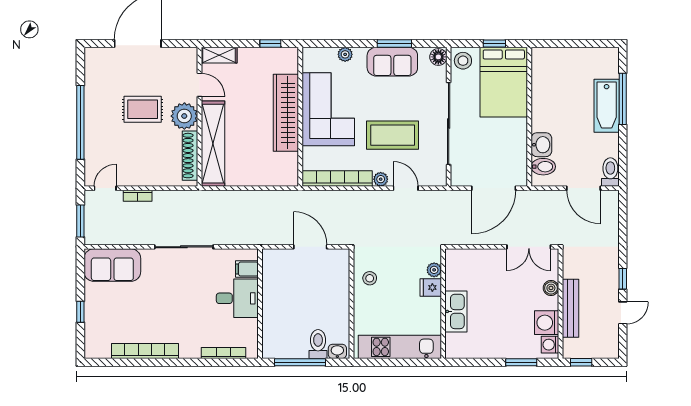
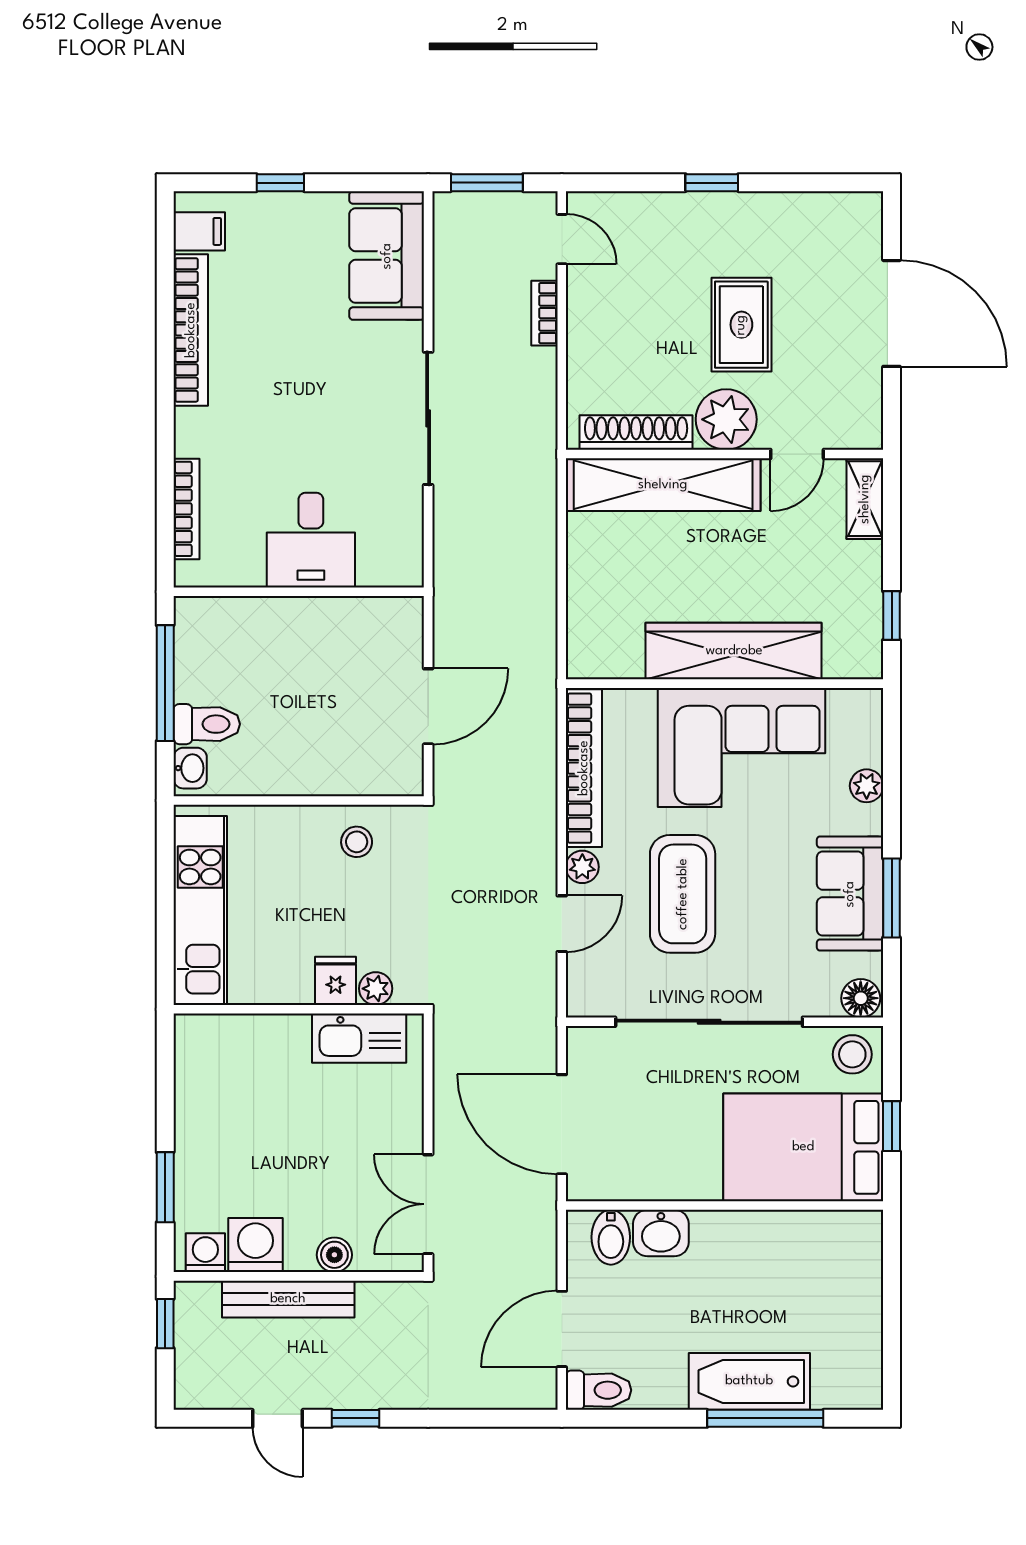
window: (80, 122) -> (712, 183), width x0.32
filing cabinet: (247, 269) -> (199, 231), moved, turned 90
kitchen sink: (456, 311) -> (359, 1038), moved

